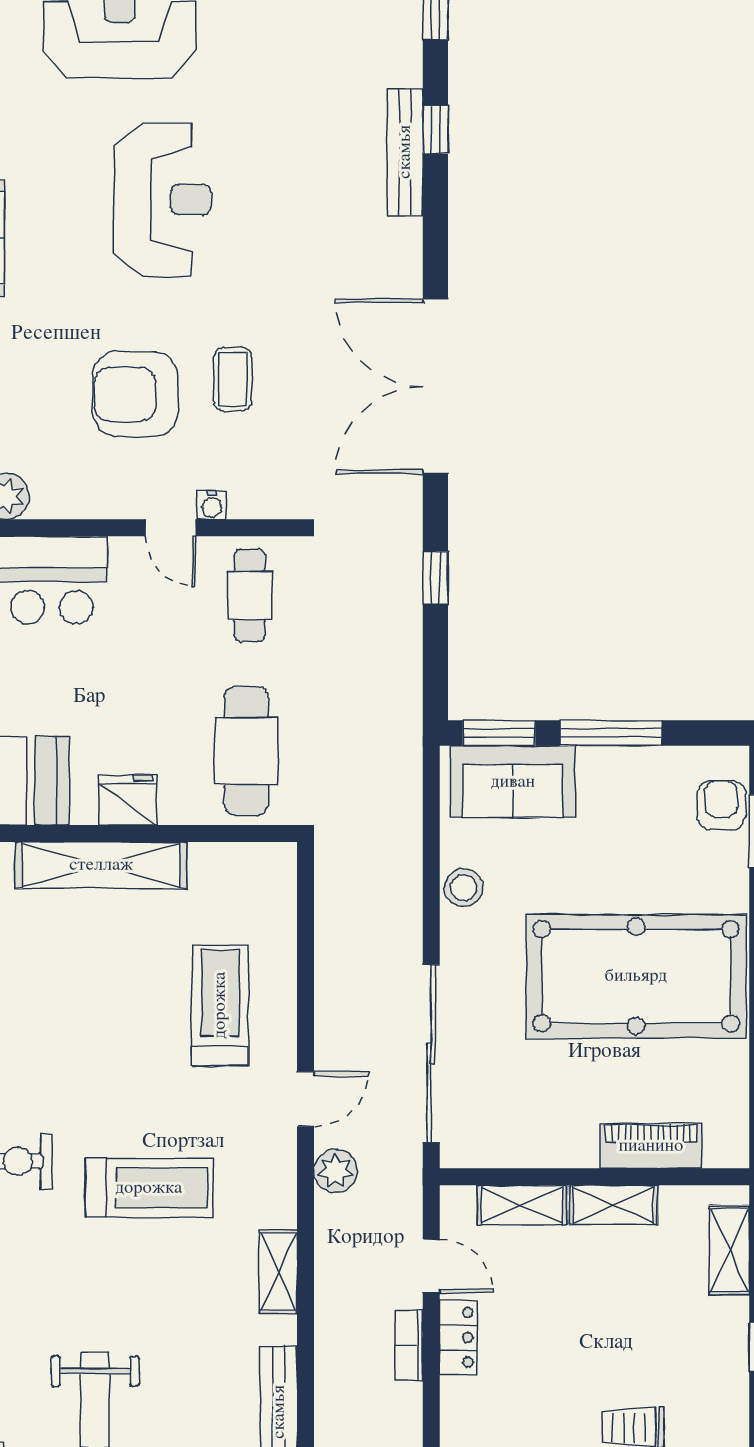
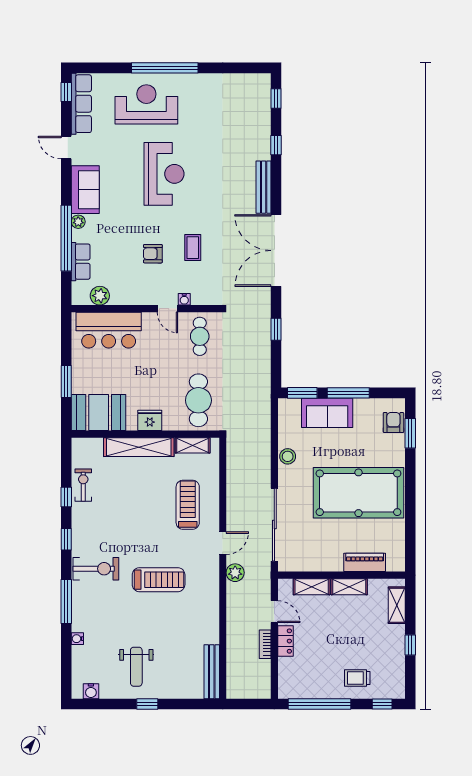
bench: (405, 152) -> (264, 187), moved
armchair: (135, 394) -> (153, 254), width x0.53, depth x0.53
sofa: (513, 782) -> (327, 413), moved
shelving: (278, 1272) -> (193, 445), moved, turned 90

